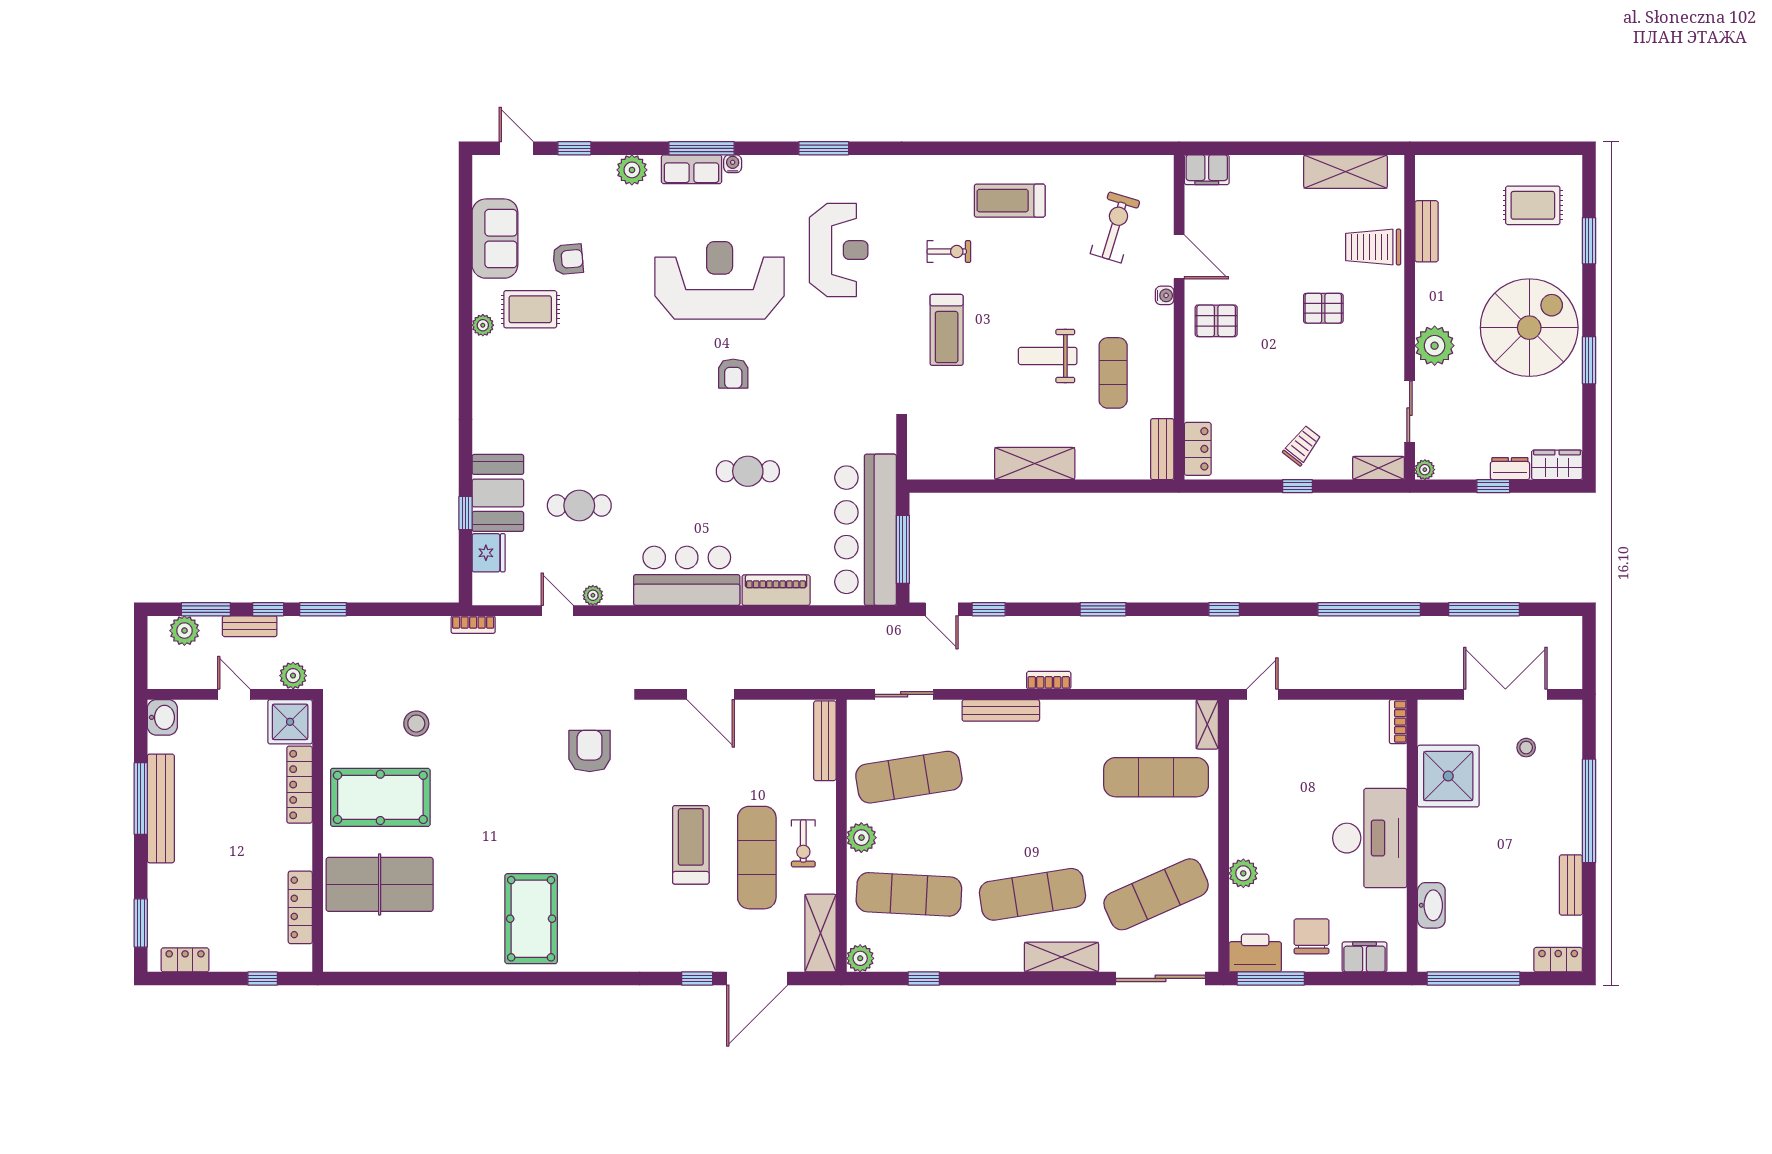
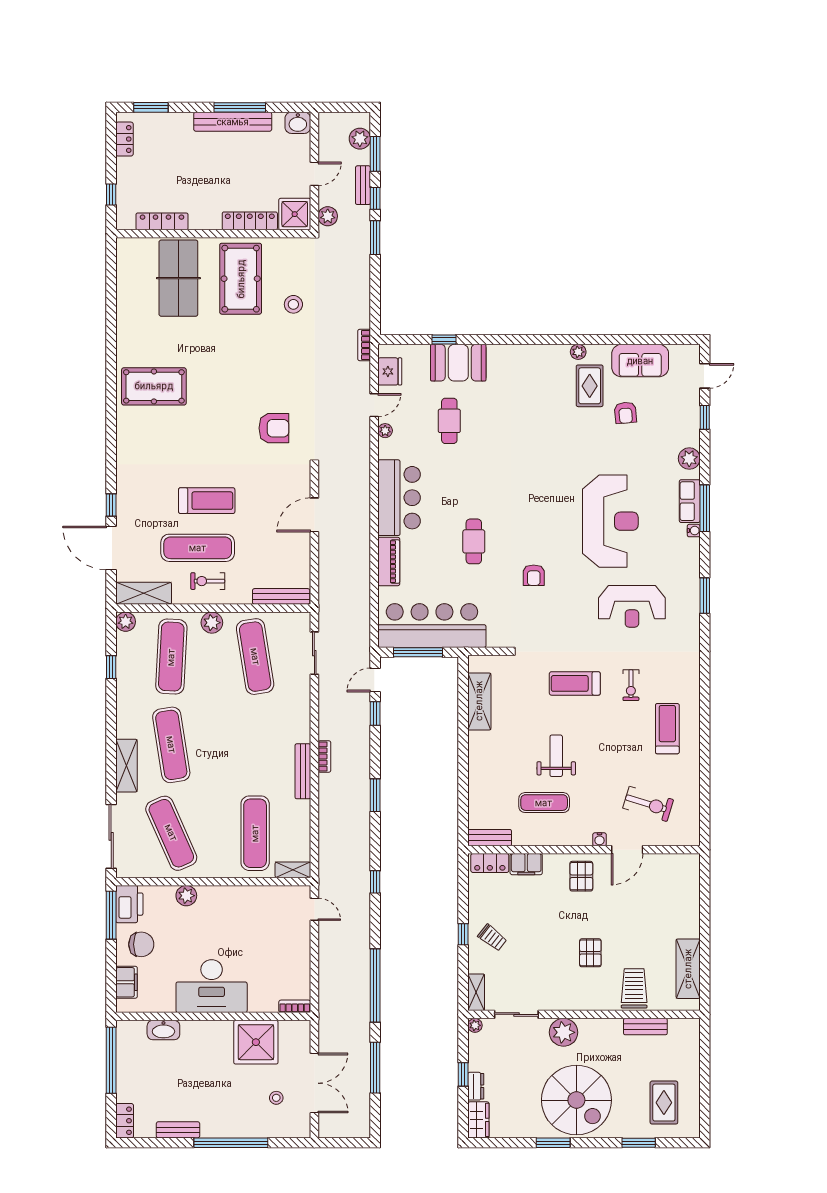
filing cabinet: (1207, 170) -> (526, 864), moved, turned -90
armchair: (733, 374) -> (534, 575), moved, turned -90
shelving: (1035, 464) -> (479, 701), moved
fridge: (489, 553) -> (390, 371), moved, turned -90
bench: (1001, 710) -> (303, 771), moved

